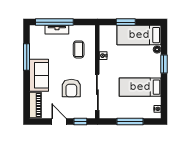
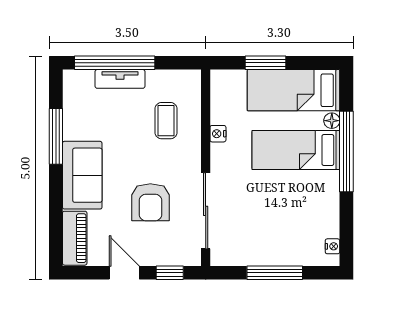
window: (164, 64) -> (346, 152), width x2.11
bed: (140, 87) -> (296, 150), moved

